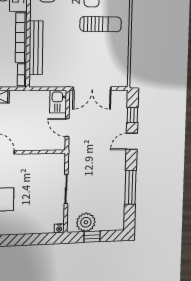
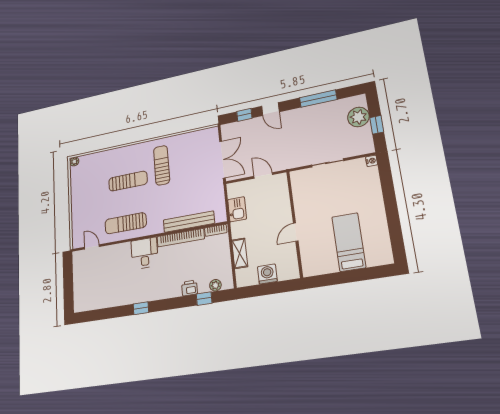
kitchen sink: (58, 102) -> (237, 209), moved, turned -90
door: (67, 127) -> (263, 175), swing flipped
plant: (86, 222) -> (358, 117), moved

